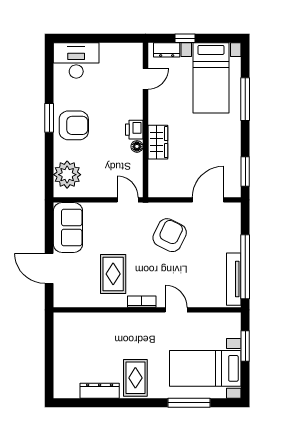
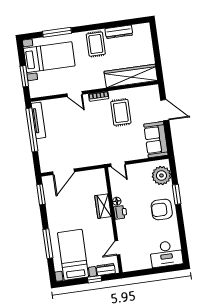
window: (49, 118) -> (177, 194), moved
armchair: (170, 235) -> (86, 144), removed
wardrobe: (91, 325) -> (131, 76), added

